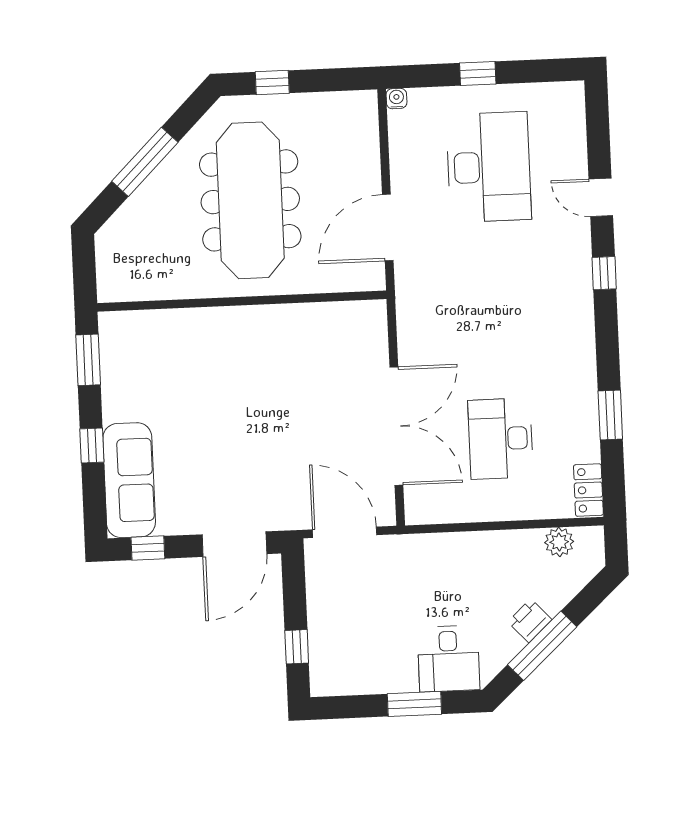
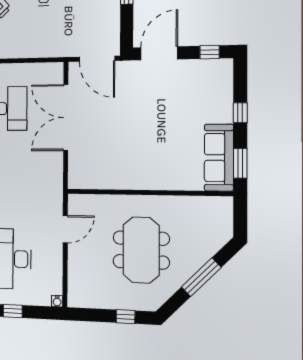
meeting table: (250, 200) -> (141, 250), width x0.73
door: (388, 227) -> (65, 229), width x0.73
sofa: (129, 480) -> (219, 158), moved

